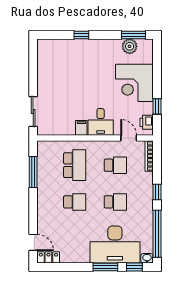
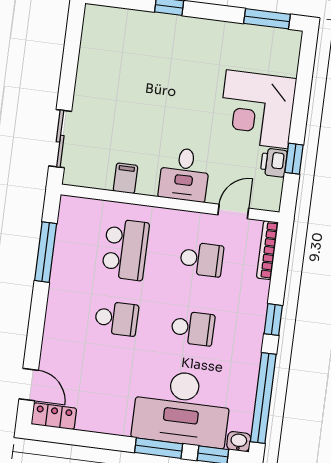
plant: (130, 46) -> (257, 39), removed
printer: (147, 122) -> (274, 163), moved
filing cabinet: (81, 128) -> (126, 178), moved
door: (129, 138) -> (233, 211), hinge flipped

